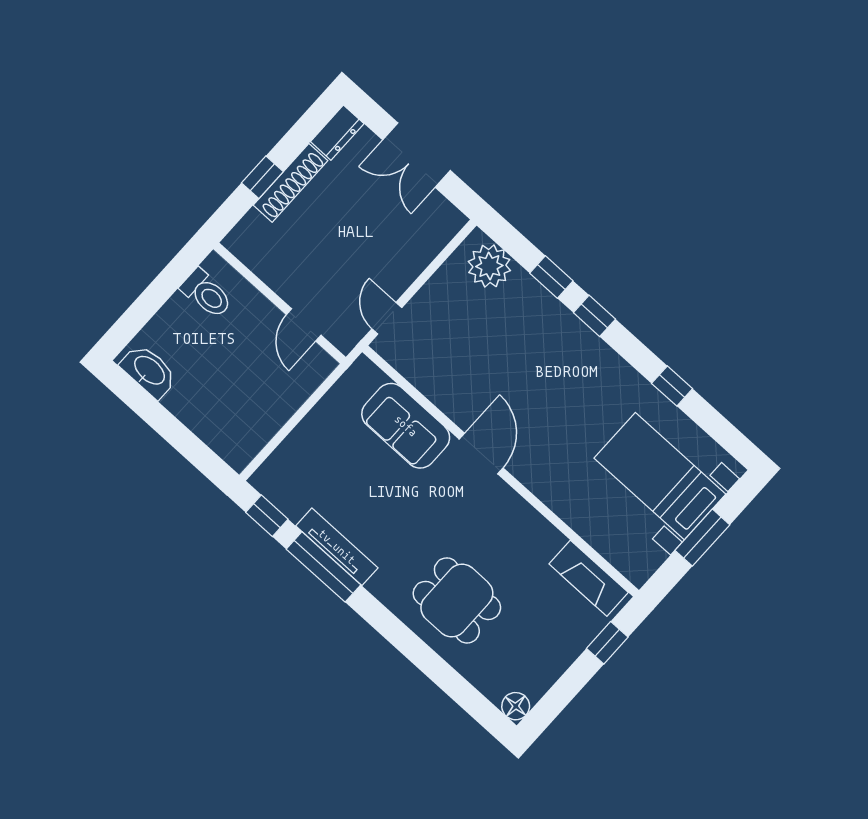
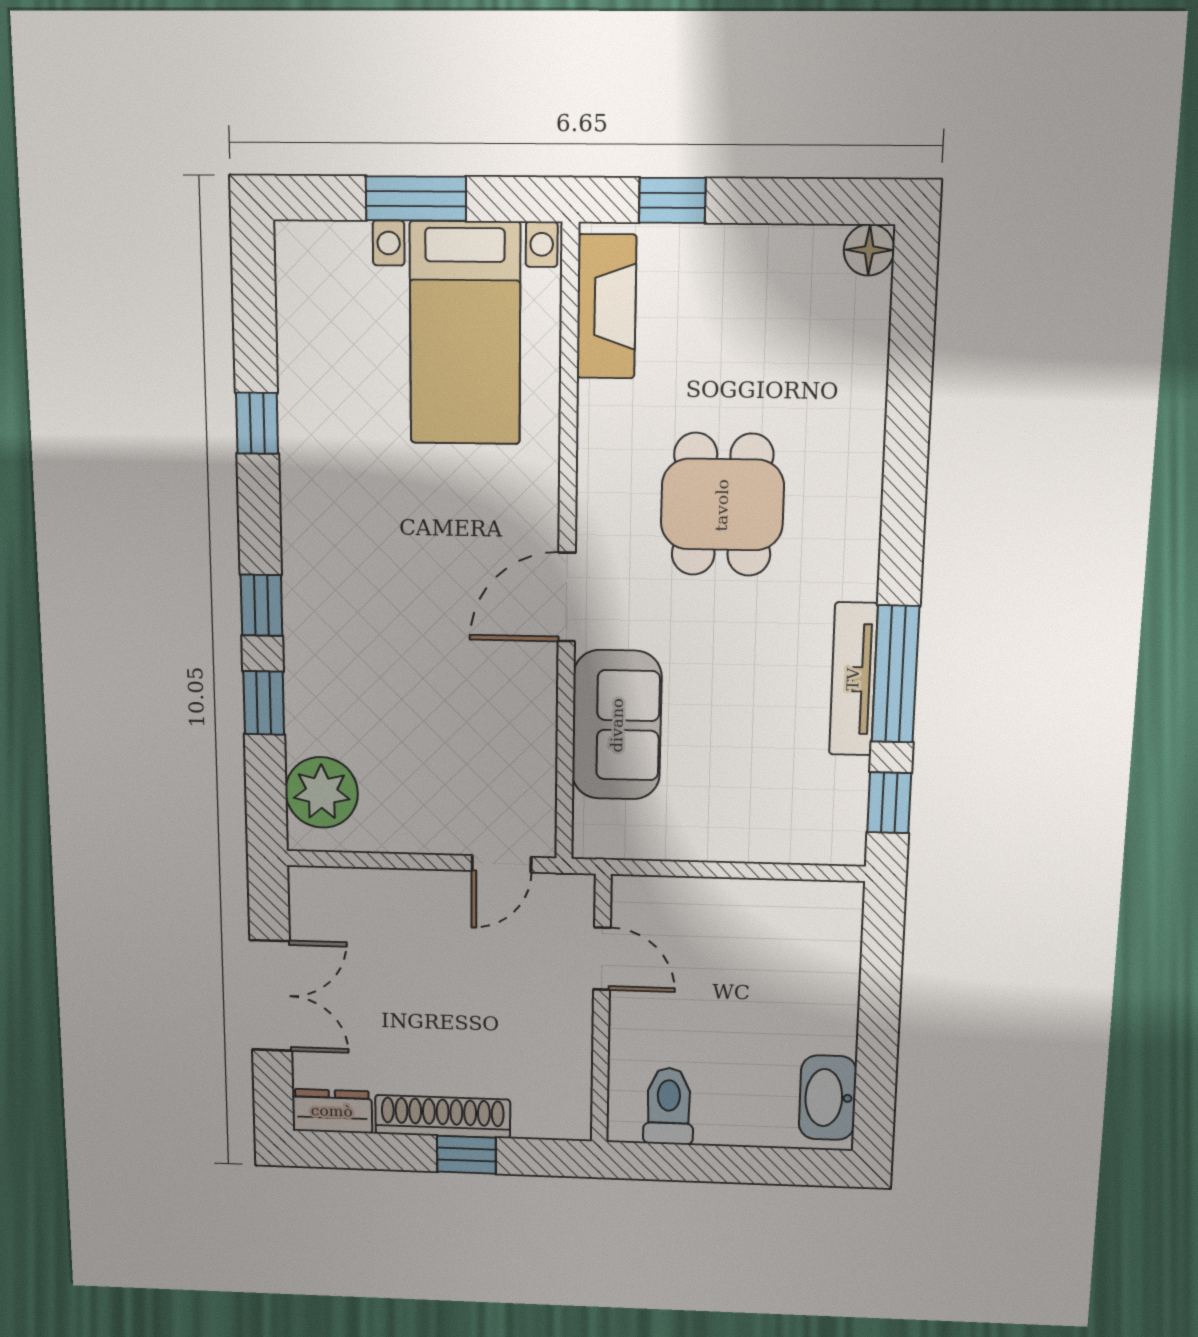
door: (304, 325) -> (602, 959), hinge flipped
bed with nightstands: (660, 476) -> (465, 333), moved
dining table: (457, 600) -> (722, 505), moved

